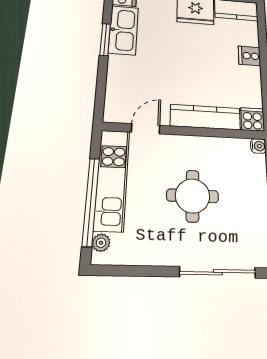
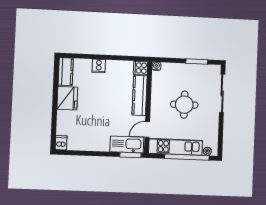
kitchen sink: (123, 30) -> (127, 144), moved
window: (105, 39) -> (130, 155), moved
door: (146, 129) -> (147, 129), hinge flipped

